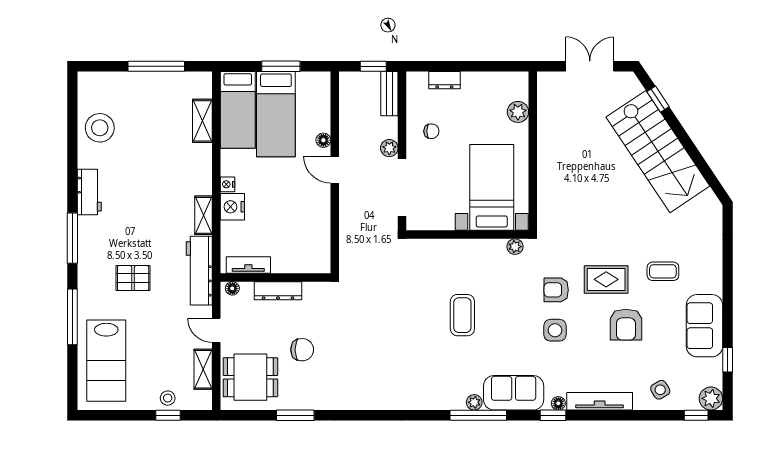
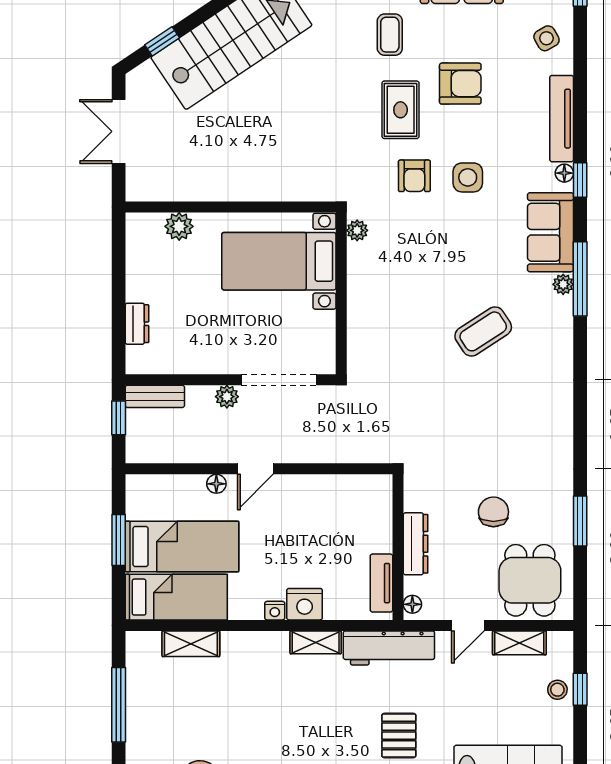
chair: (431, 131) -> (205, 341), removed
coffee table: (462, 315) -> (483, 331), moved, turned -33

